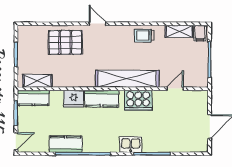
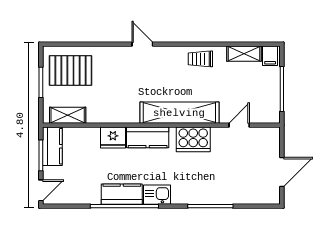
pallet: (65, 42) -> (70, 70), moved
kitchen counter: (33, 98) -> (52, 146), moved, turned -90
kitchen counter: (66, 144) -> (122, 194), moved
kitchen sink: (131, 145) -> (157, 195), moved

